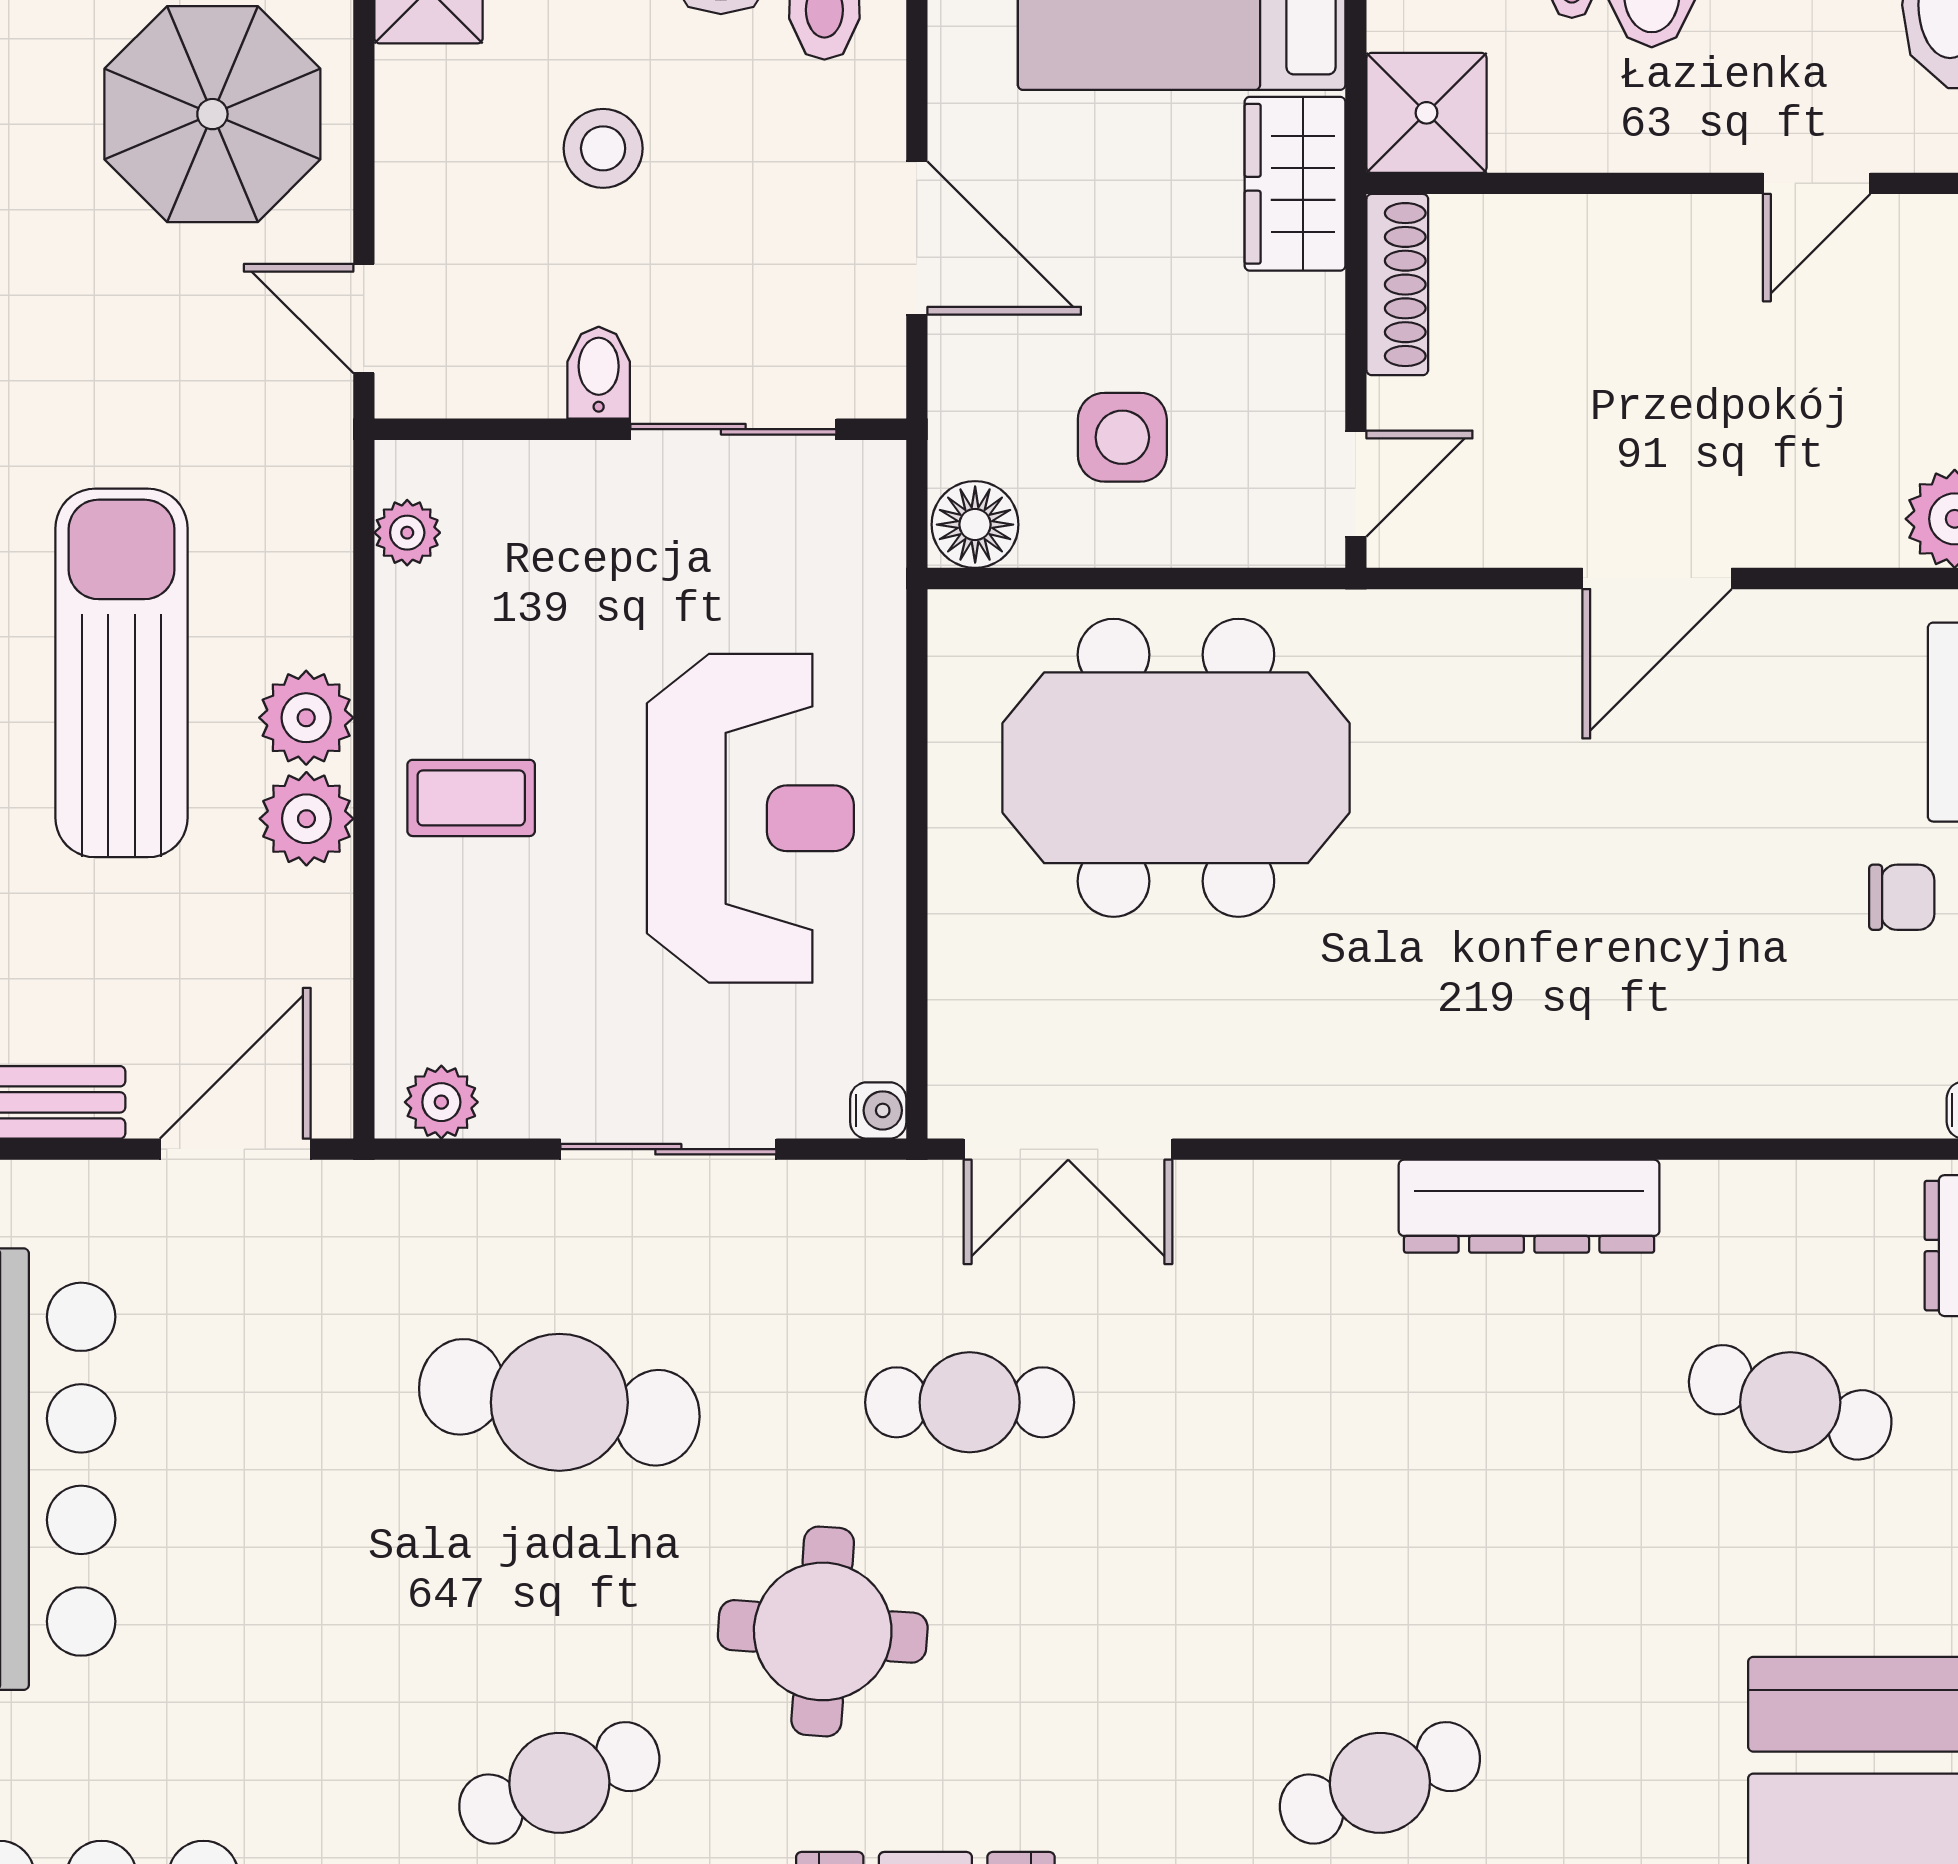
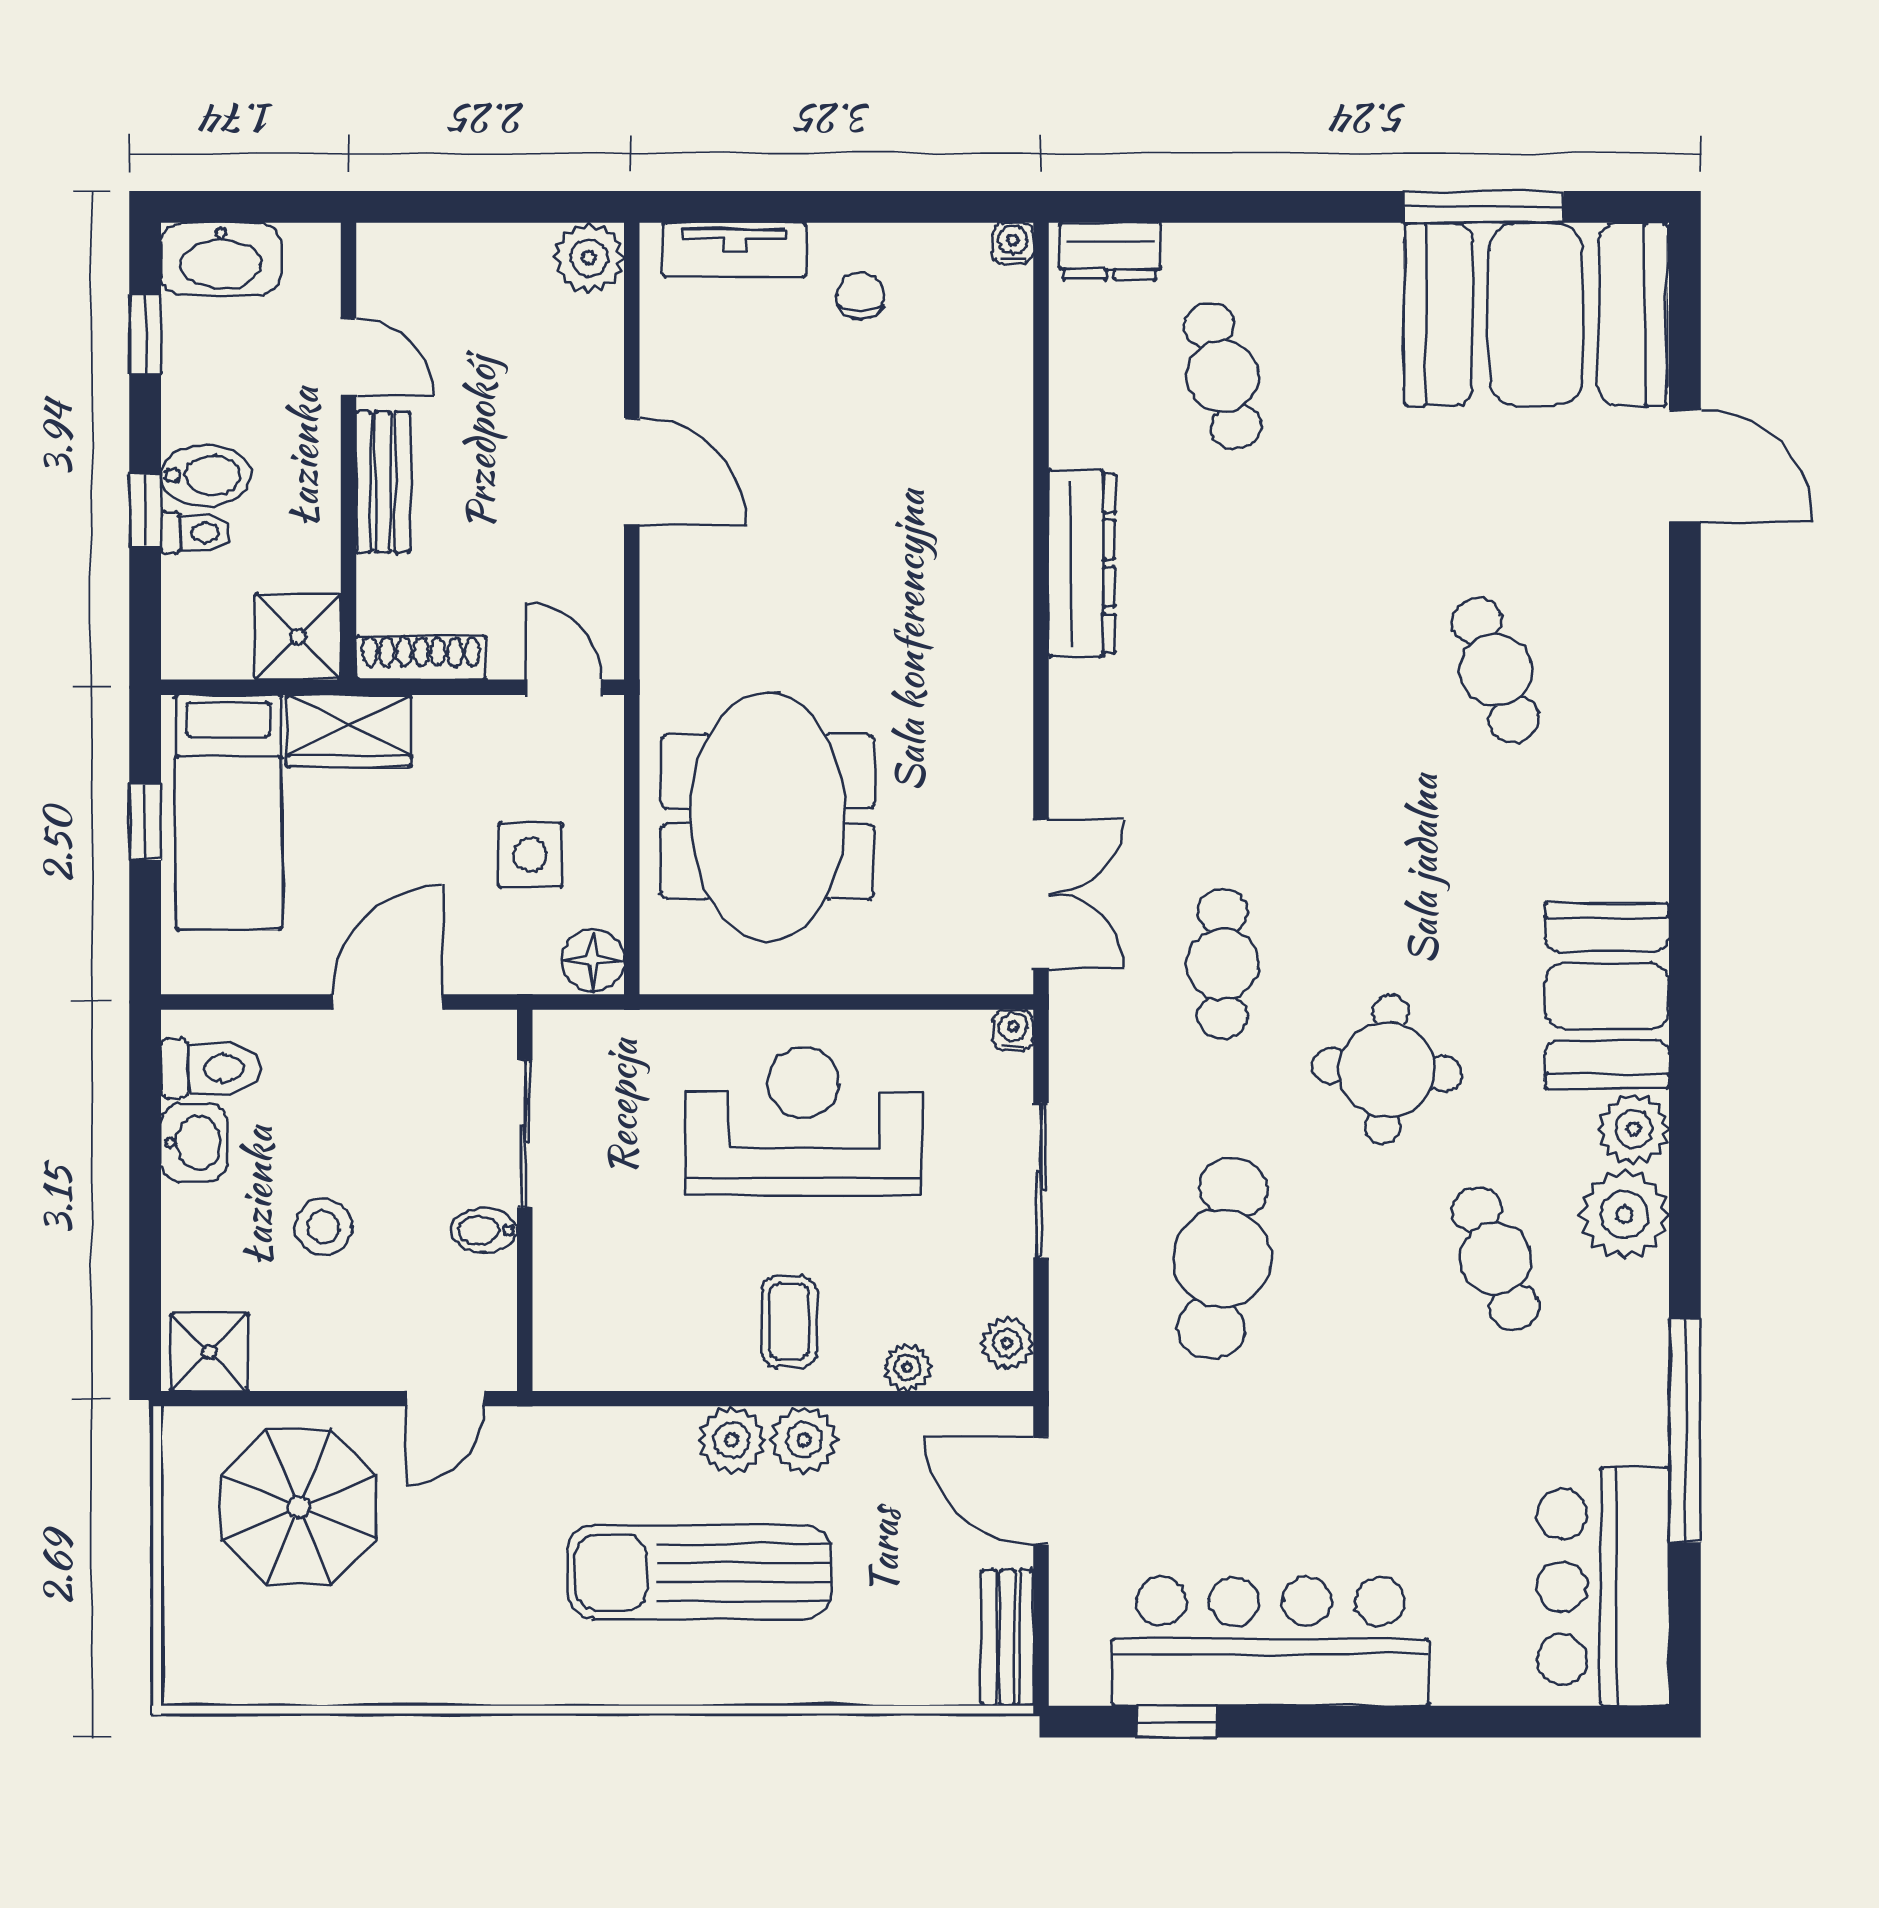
bench: (1642, 232) -> (383, 482), added
plant: (407, 533) -> (907, 1368), moved
cafe table: (1790, 1402) -> (1222, 376), turned -33

